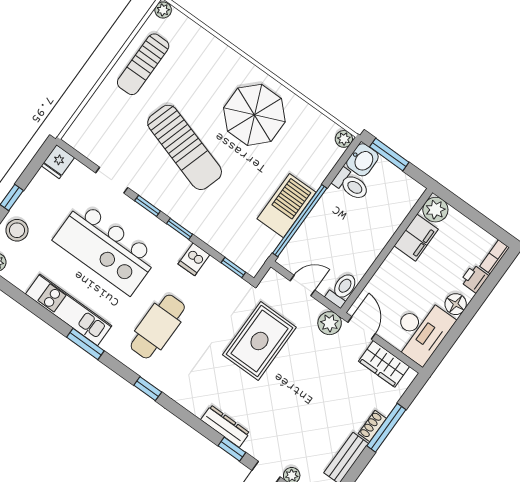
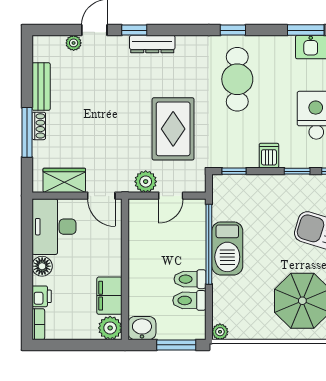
washbasin: (362, 160) -> (142, 328), moved, turned 90
toilet: (342, 290) -> (190, 279), moved, turned 90
plant: (330, 323) -> (146, 182), moved
cafe table: (158, 327) -> (237, 79), moved

